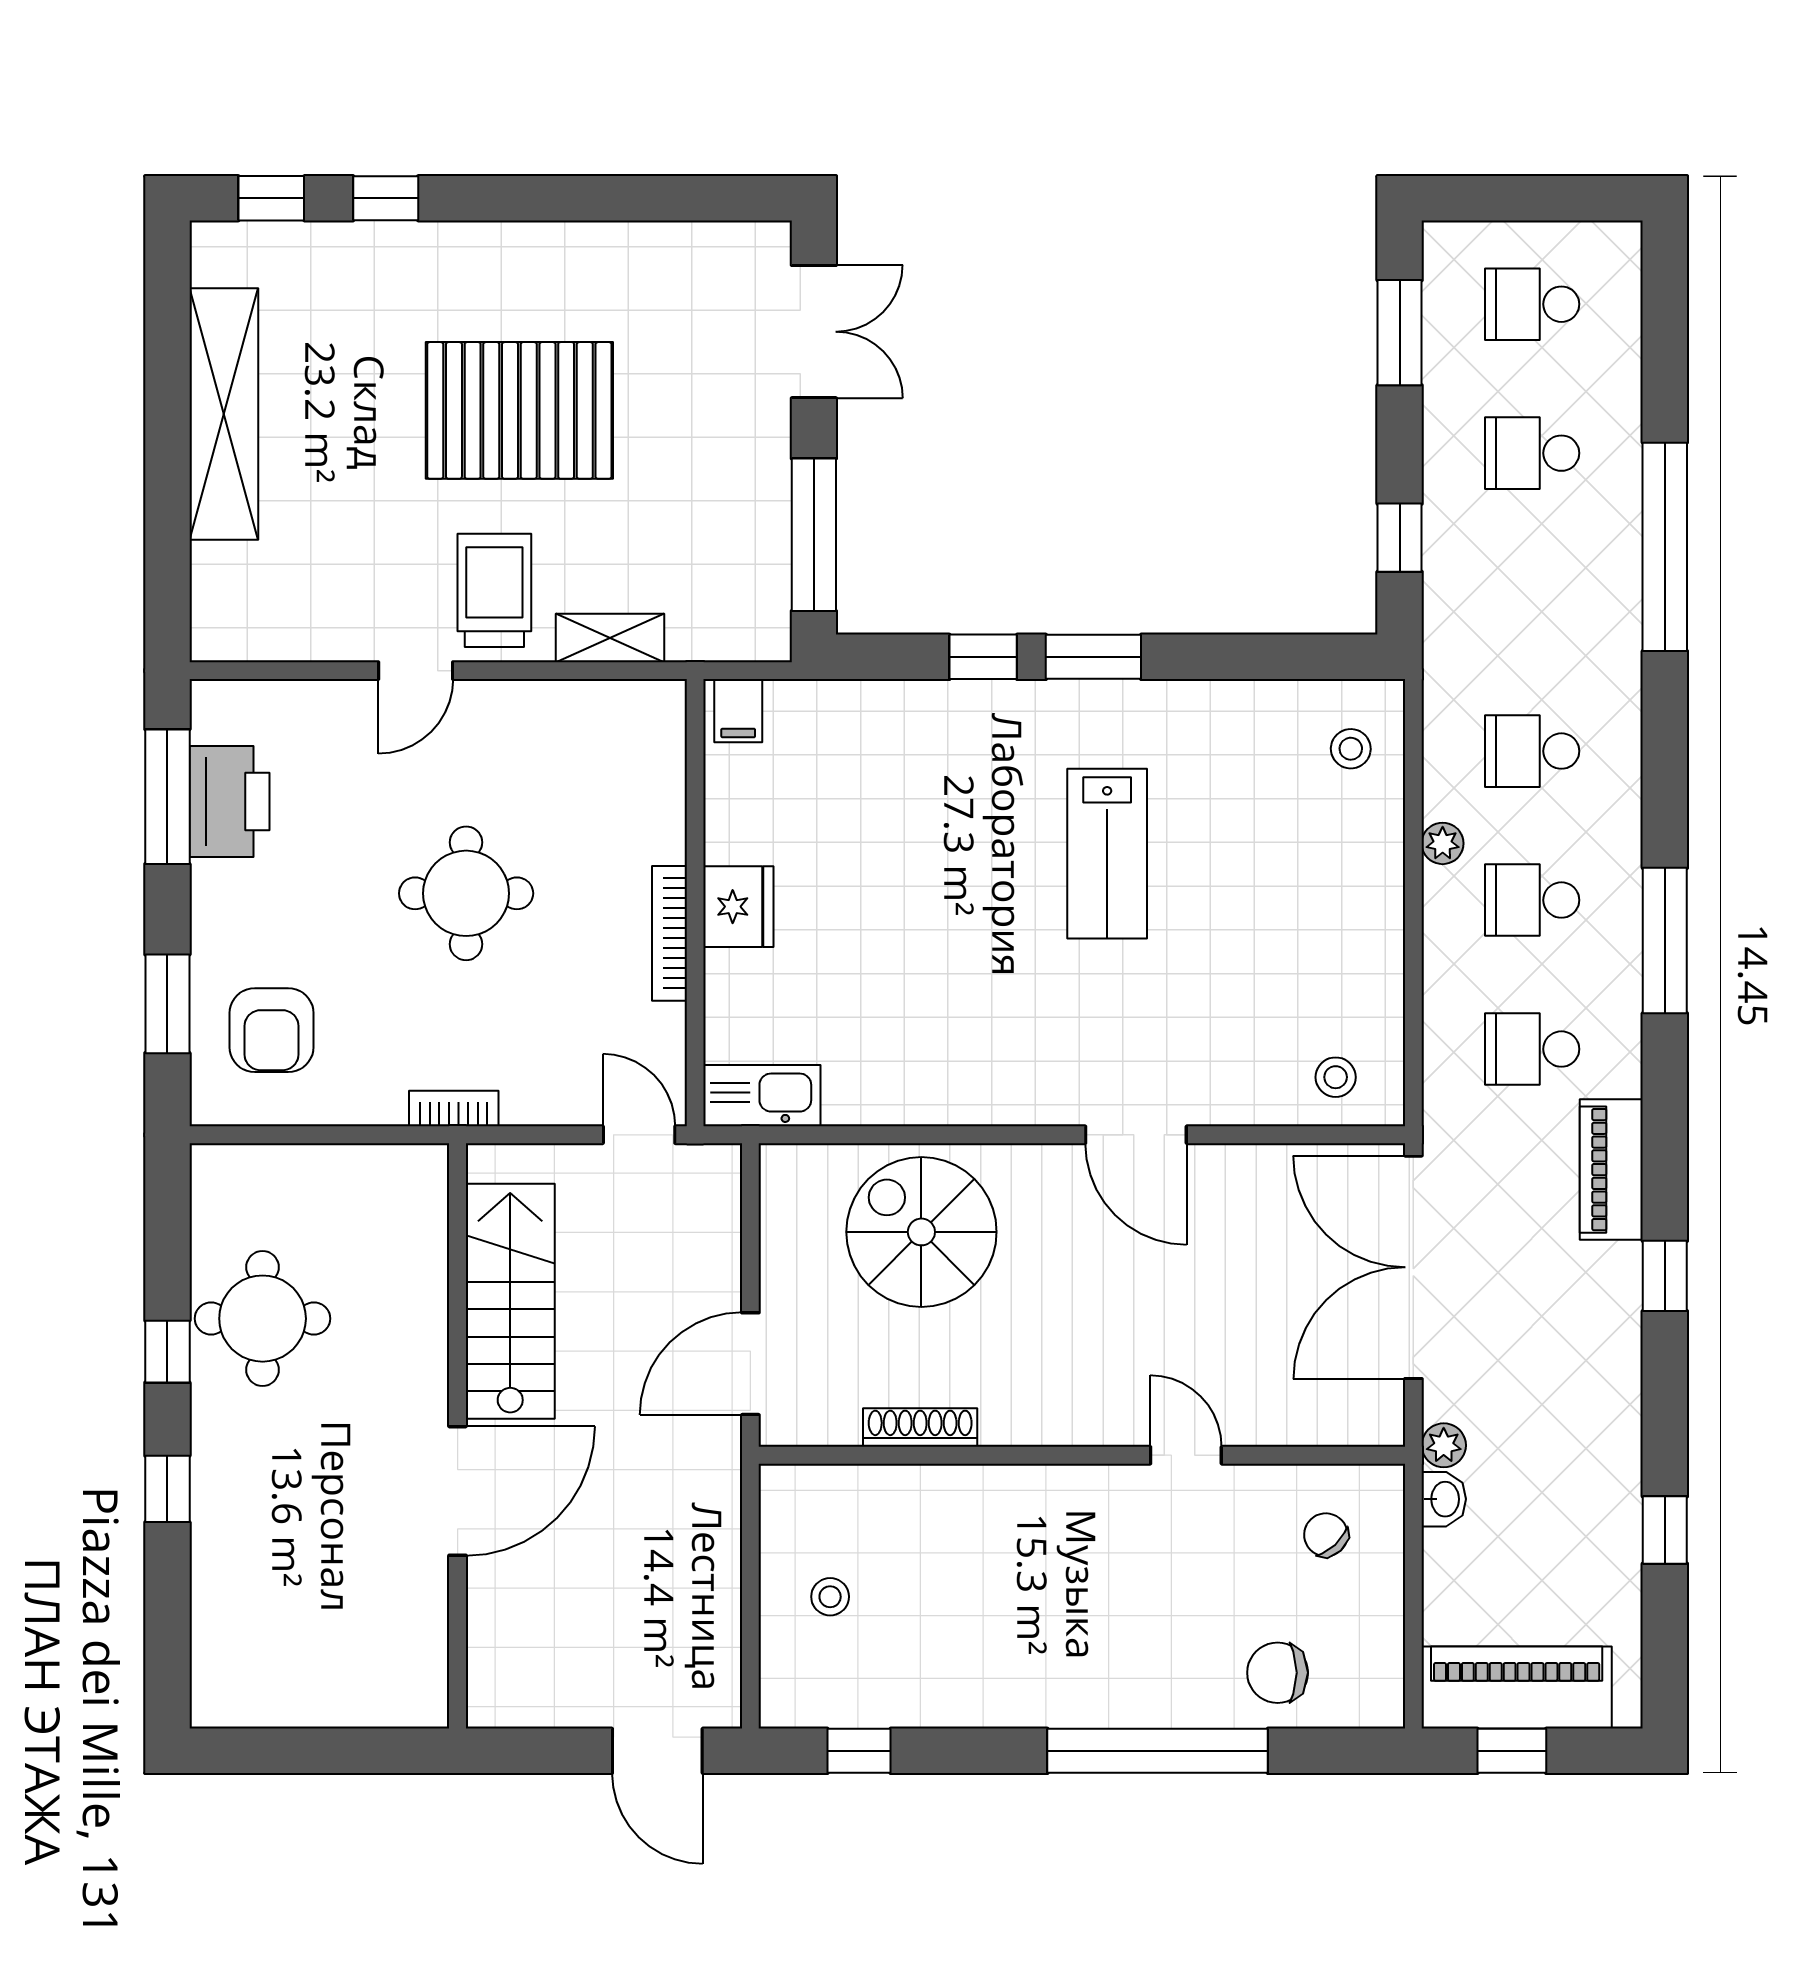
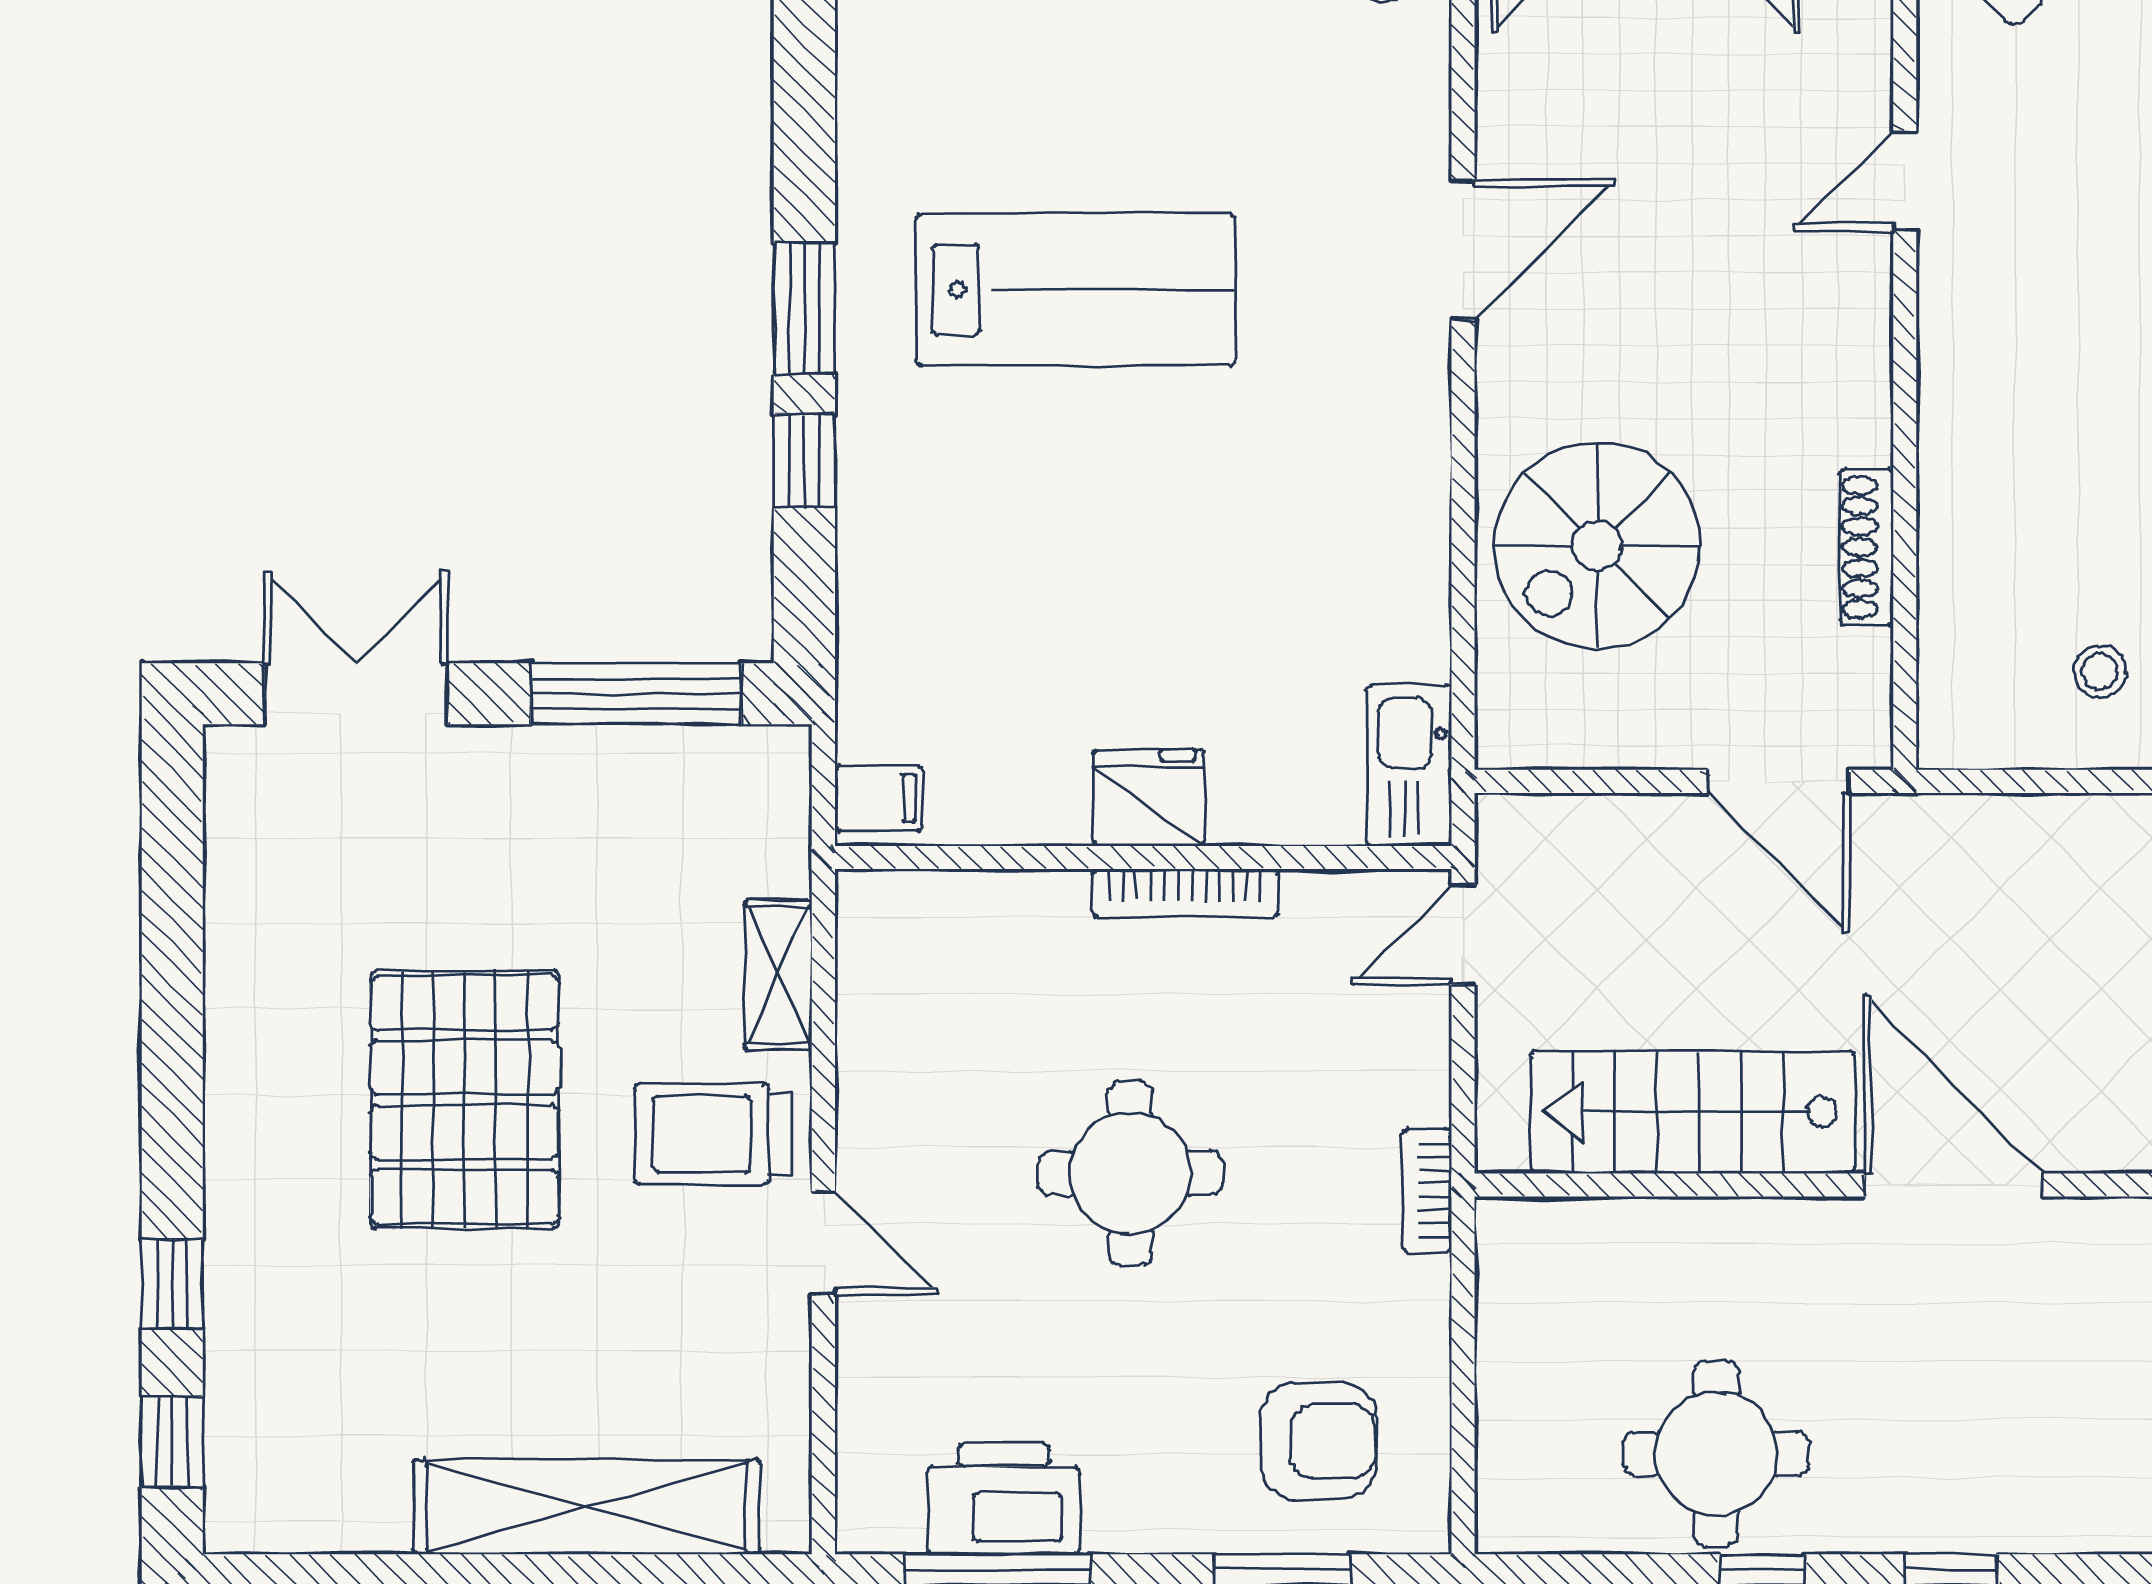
shelving: (224, 414) -> (586, 1507), moved
lab bench: (1107, 854) -> (1076, 290), width x1.36, depth x1.39

